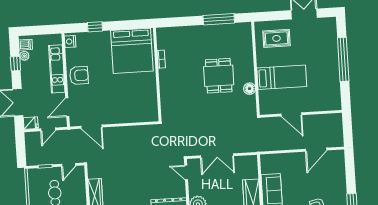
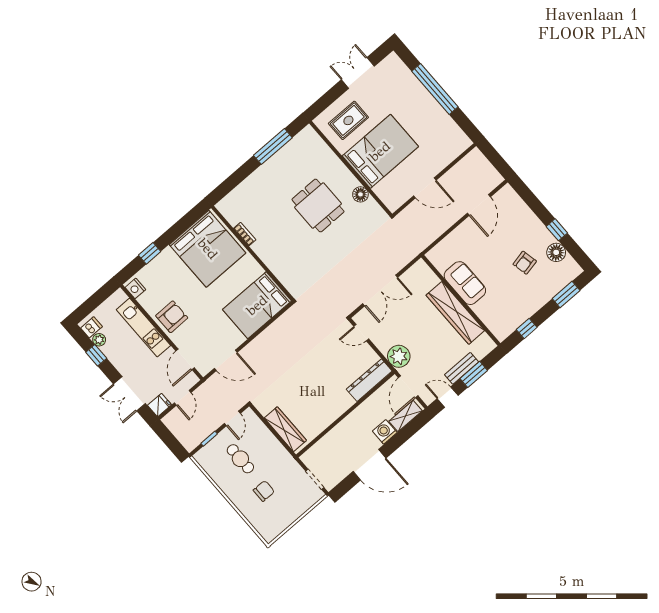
bed: (282, 77) -> (380, 151), width x1.50
bed: (136, 108) -> (257, 305), added

